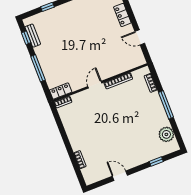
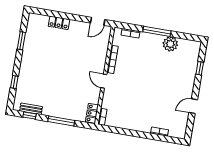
door: (140, 37) -> (98, 21), moved
plant: (166, 134) -> (170, 44), moved

